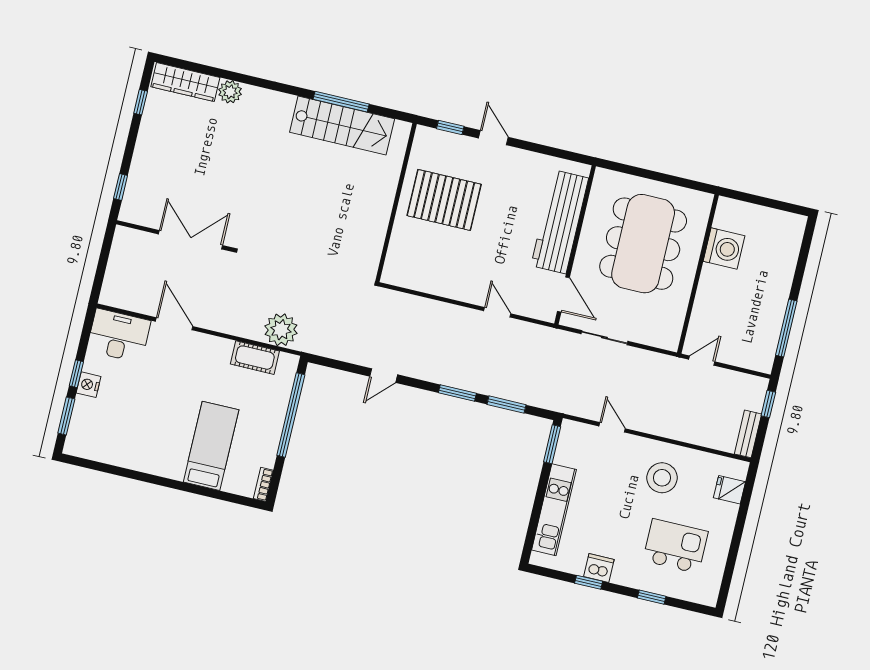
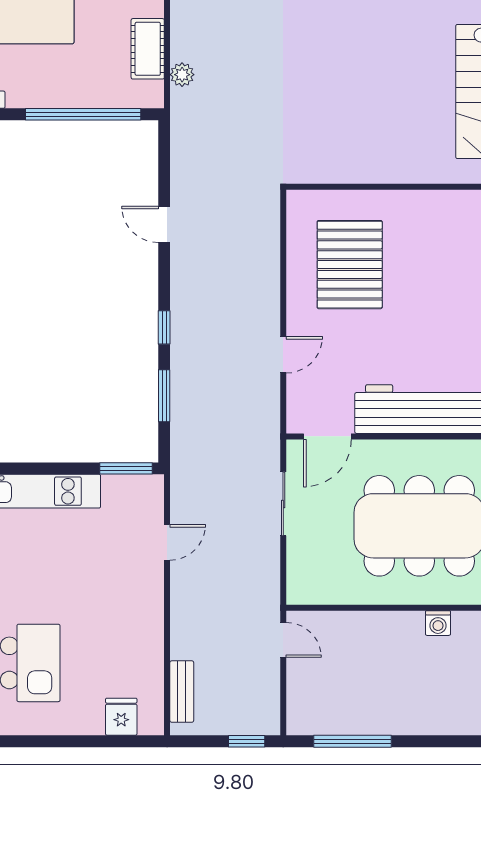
pallet: (444, 200) -> (350, 265), moved
washing machine: (724, 249) -> (438, 623), width x0.53, depth x0.53
plant: (281, 330) -> (182, 75), width x0.53, depth x0.53
window: (457, 393) -> (164, 327), width x0.67
bench: (748, 434) -> (182, 692), moved, turned 90
stool: (662, 478) -> (116, 624), removed

